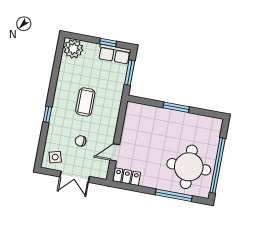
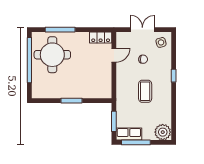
window: (108, 43) -> (136, 142), width x2.17

